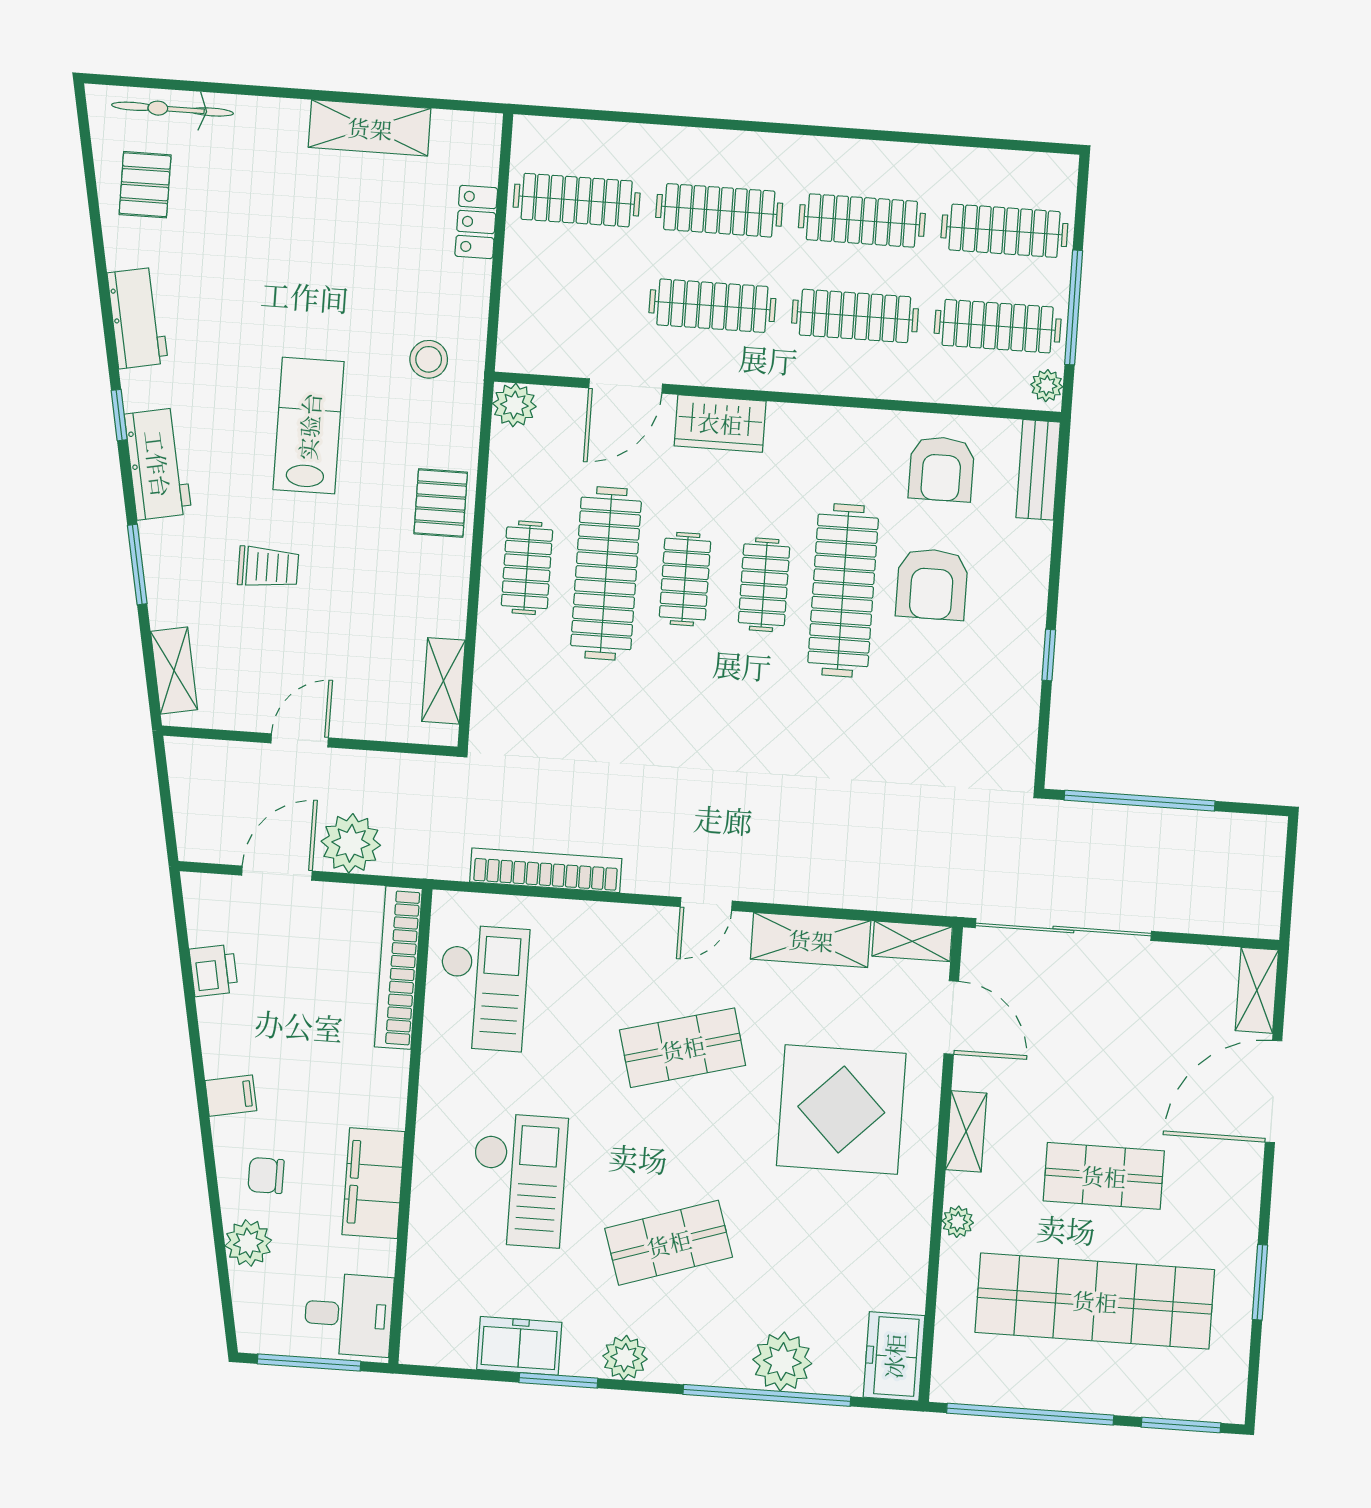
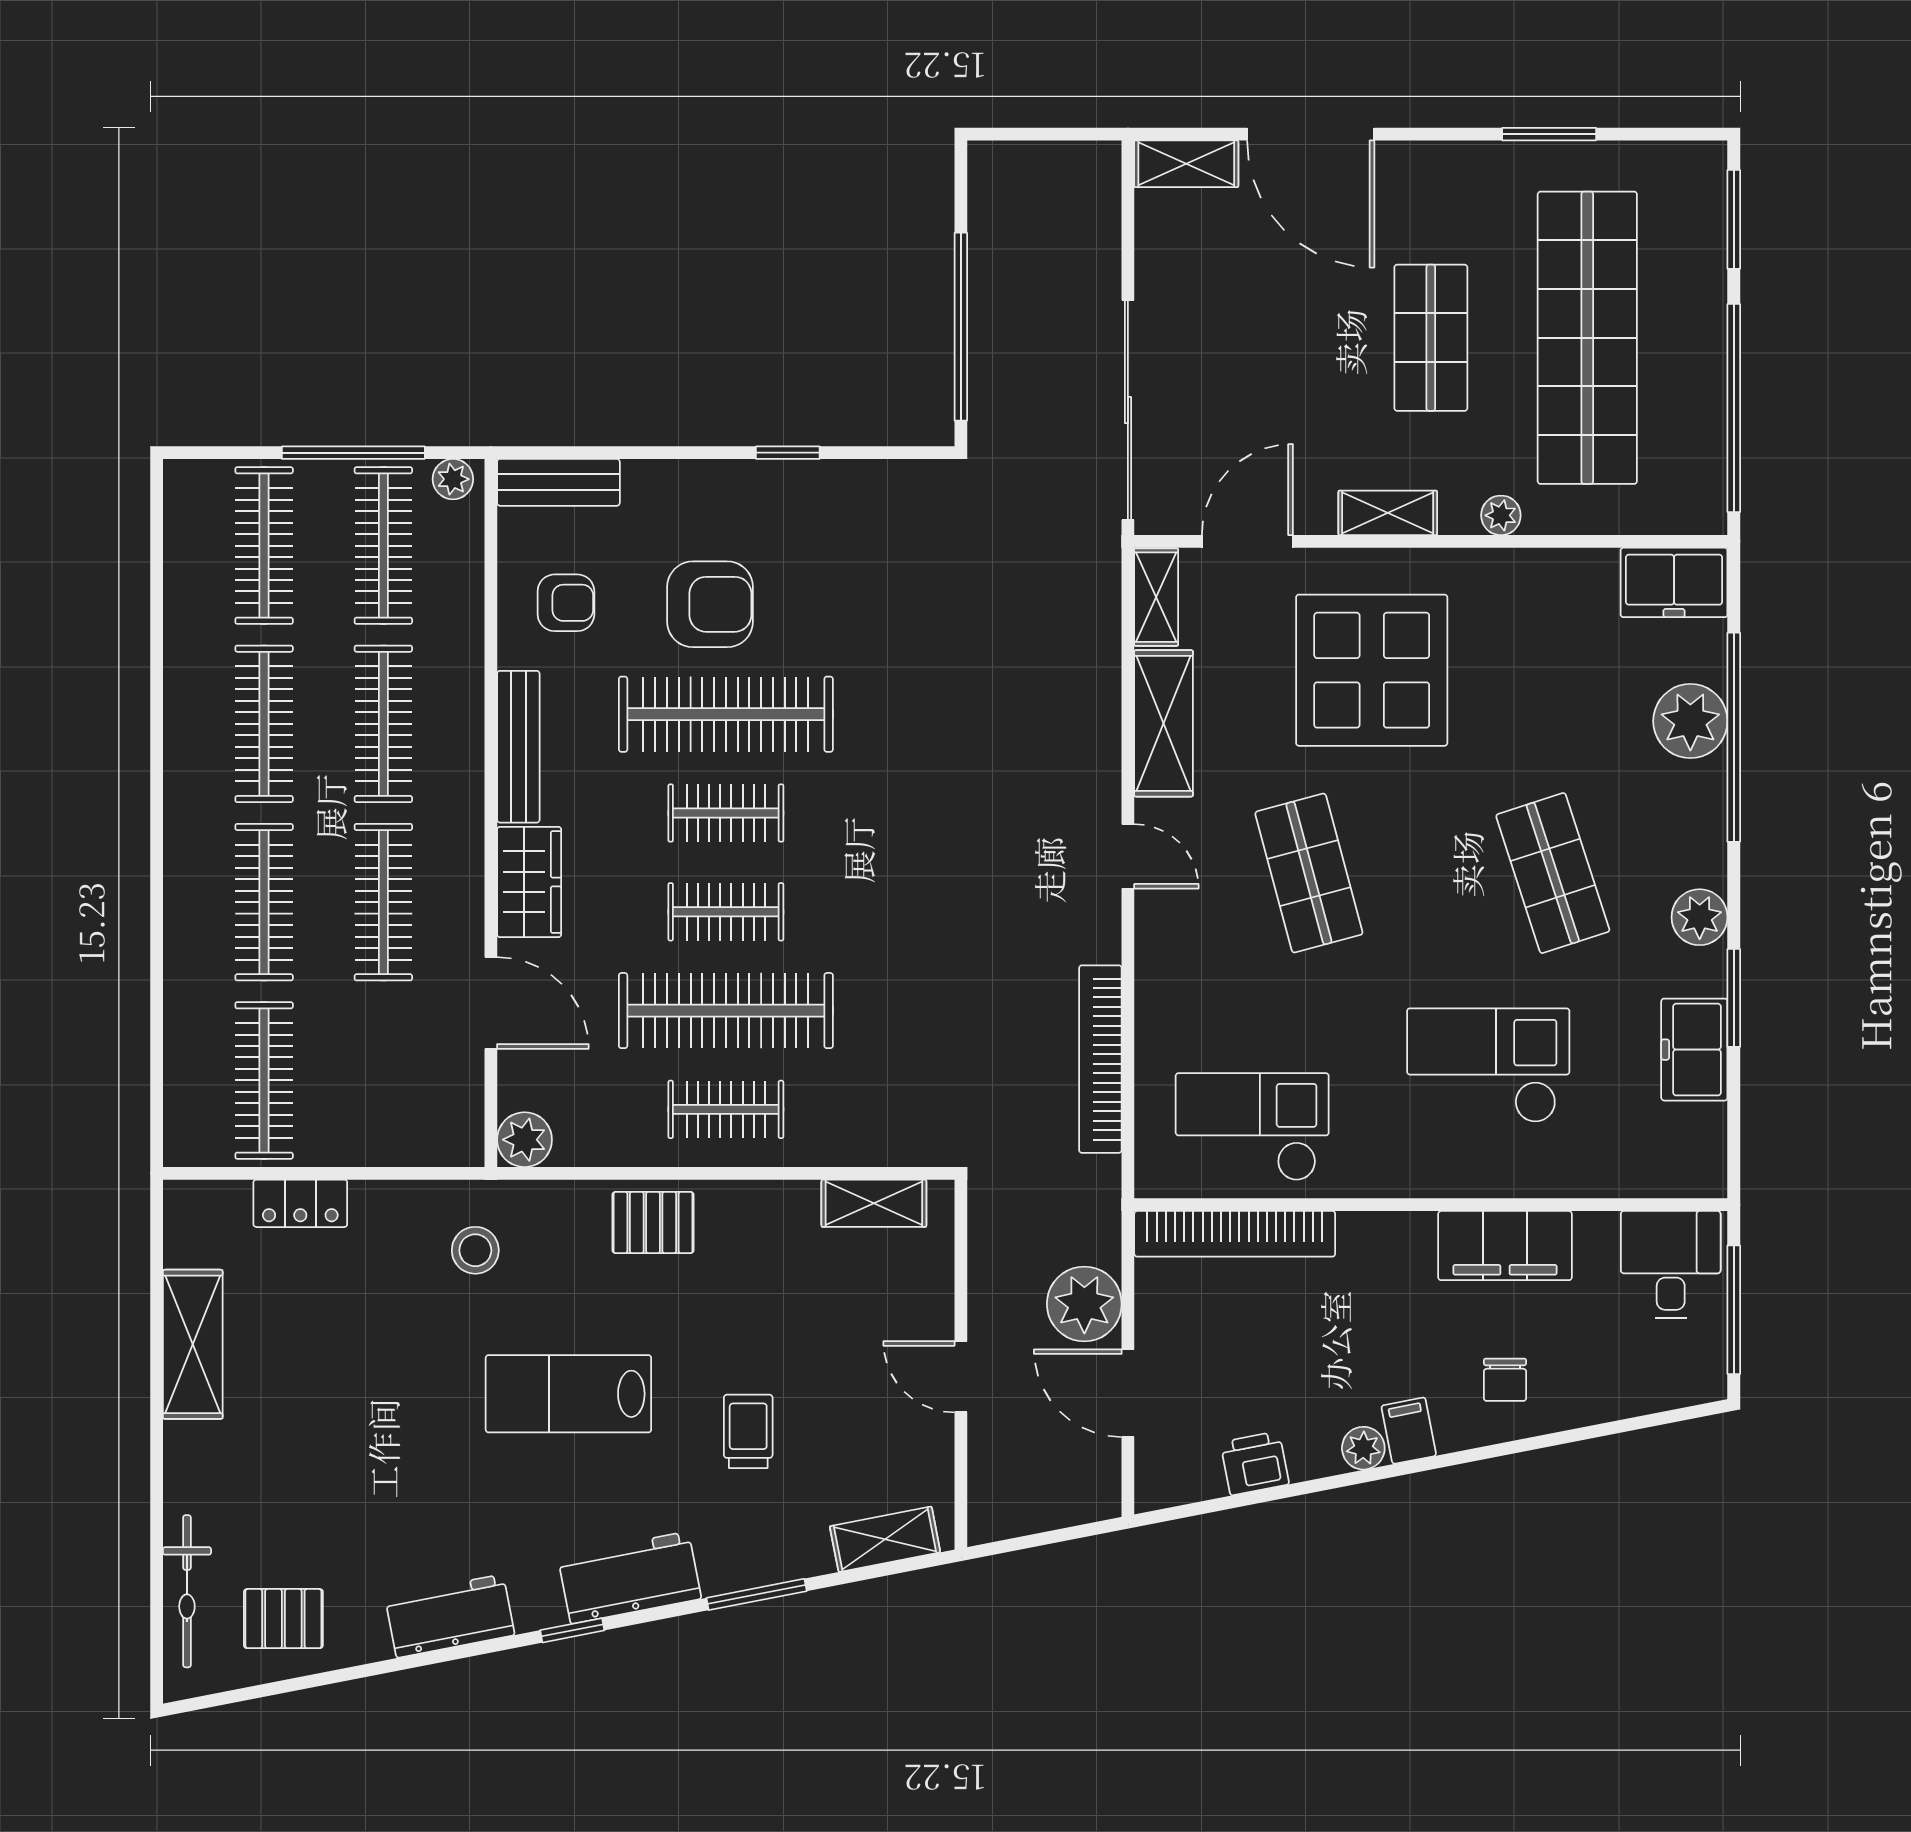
bench: (829, 423) -> (518, 747), added
armchair: (941, 469) -> (566, 603), width x0.72, depth x0.72
plant: (248, 1243) -> (1363, 1448), moved, width x0.73, depth x0.73

